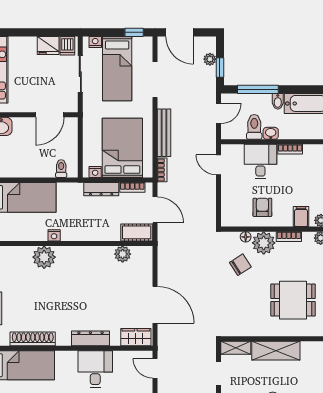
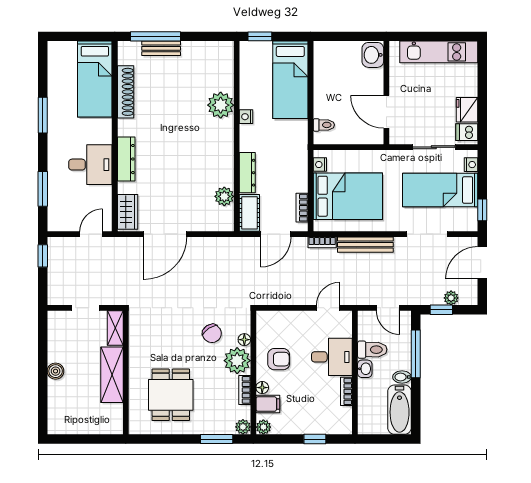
dresser: (101, 189) -> (247, 173), moved, turned 180
floor lamp: (287, 221) -> (262, 388), added

